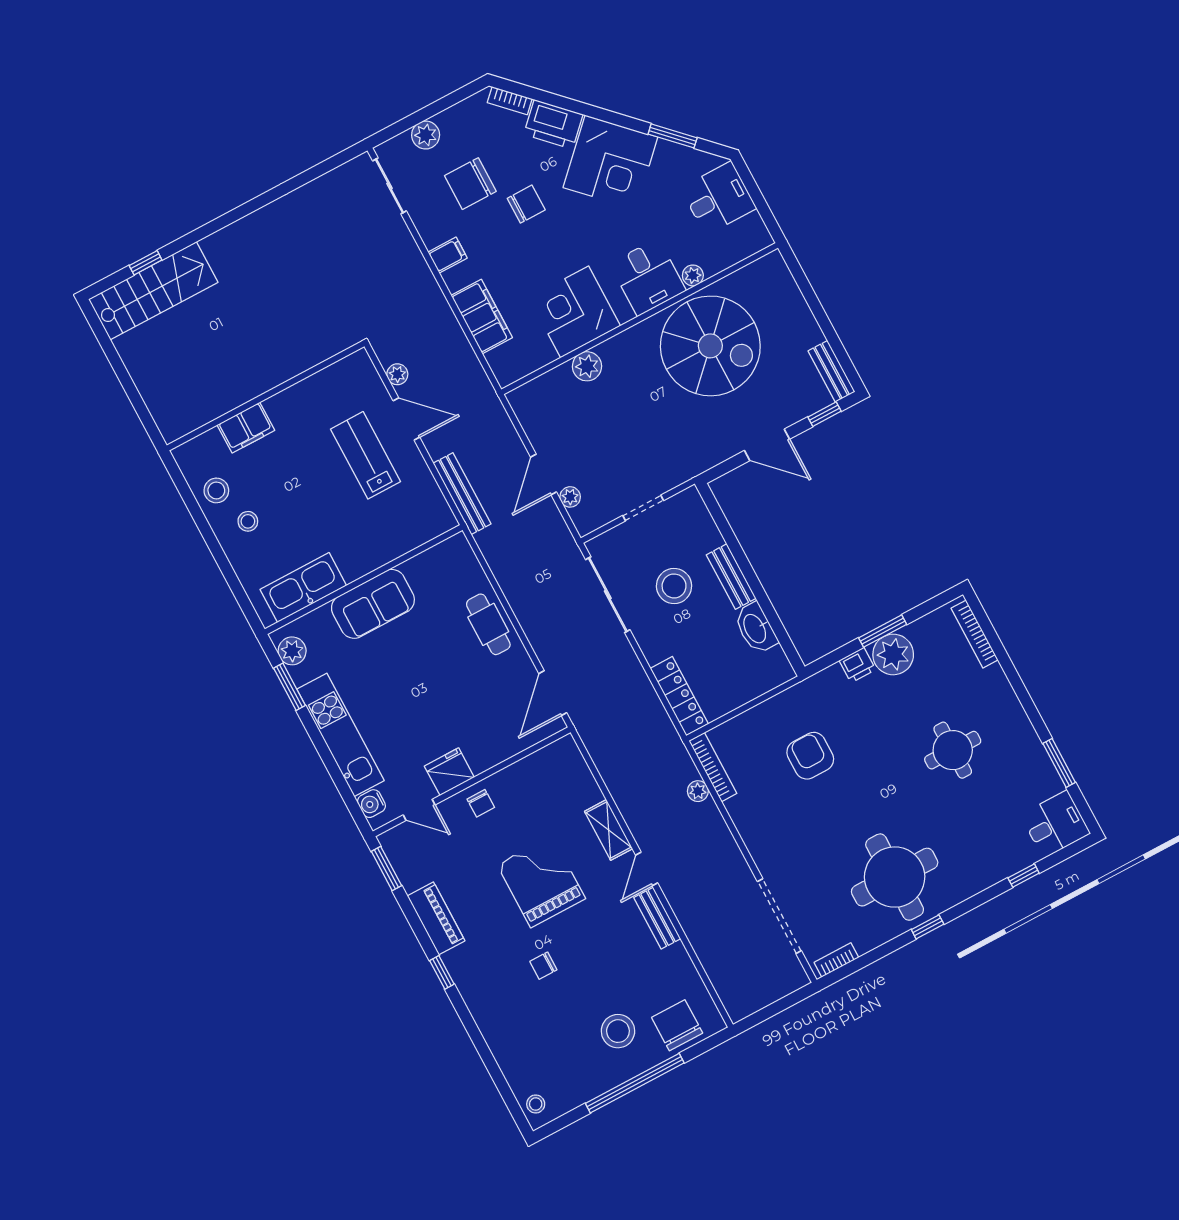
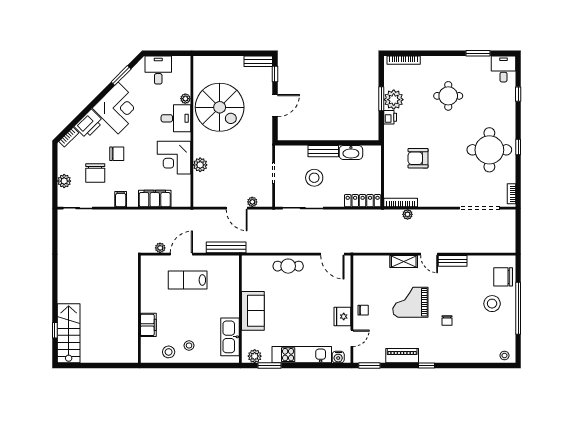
chair: (526, 204) -> (117, 154), turned 90
spiral stairs: (710, 346) -> (220, 107), turned 90

